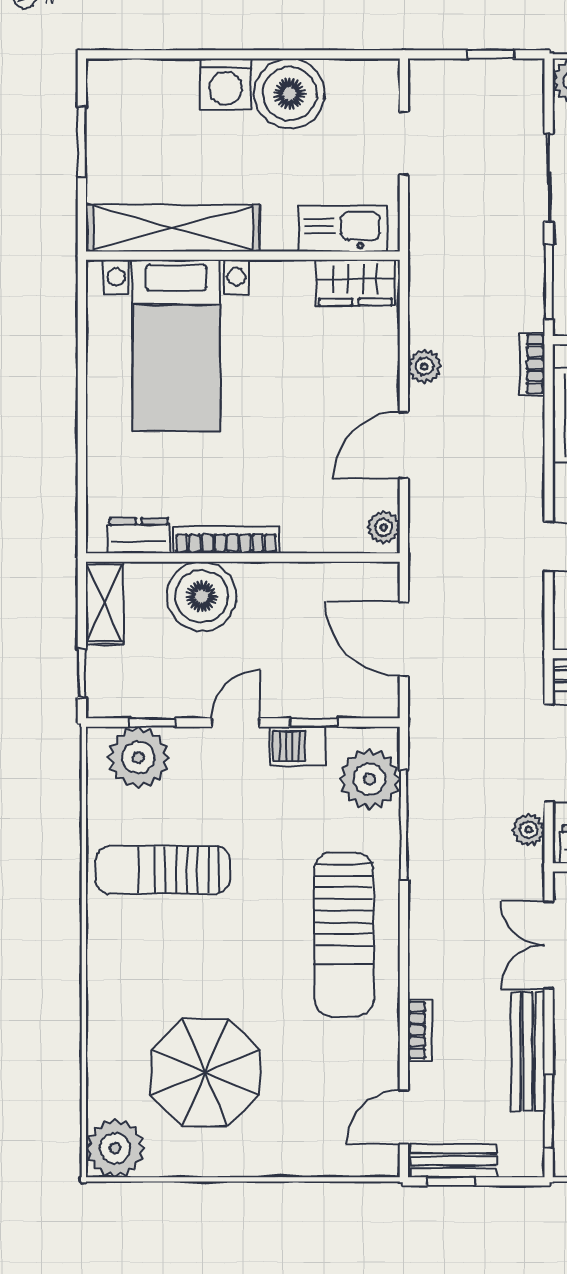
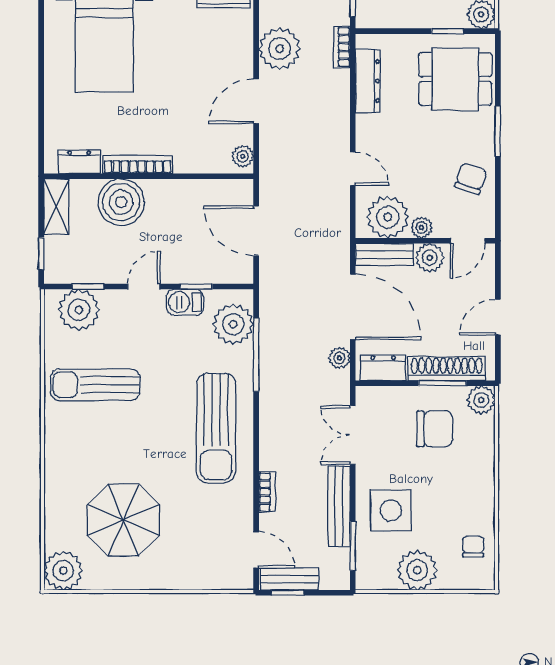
plant: (424, 366) -> (280, 49), width x1.88, depth x1.88
door: (404, 1117) -> (256, 550), swing flipped

